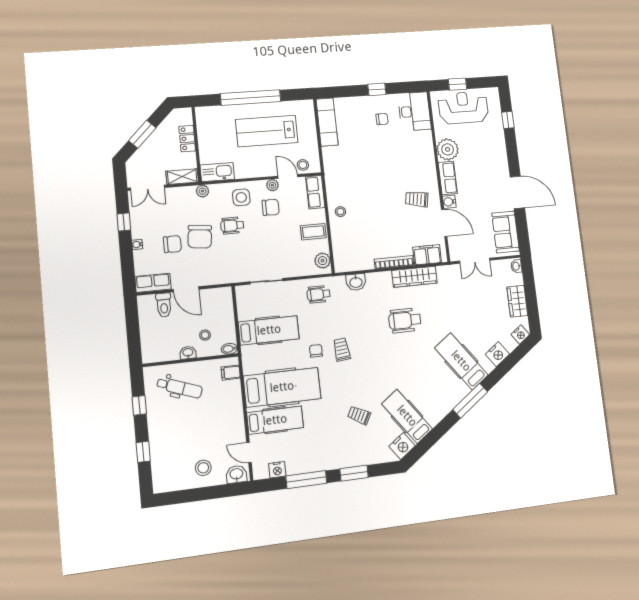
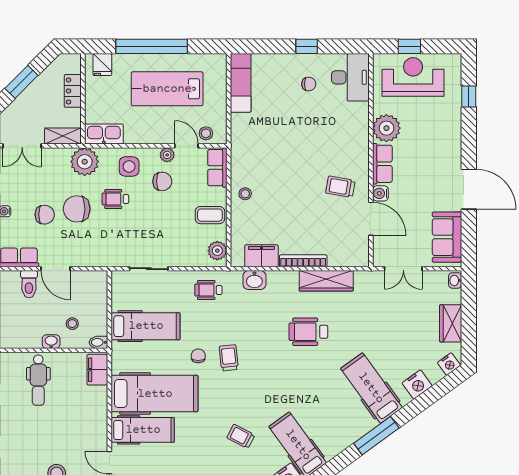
fridge: (211, 115) -> (102, 65), added
plant: (202, 191) -> (85, 162), width x1.87, depth x1.87
chair: (200, 237) -> (77, 209), turned 84
filing cabinet: (427, 255) -> (261, 256), moved
filing cabinet: (231, 373) -> (97, 370), width x2.00
dental chair: (180, 388) -> (38, 380), turned 70

